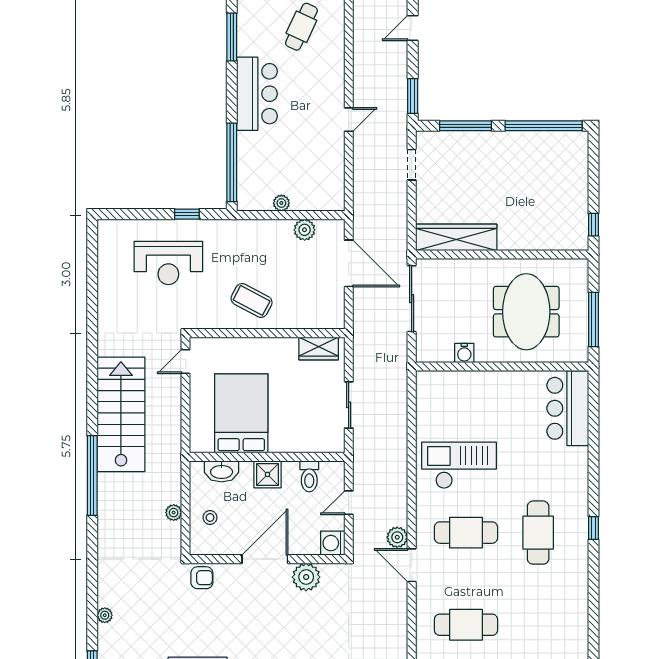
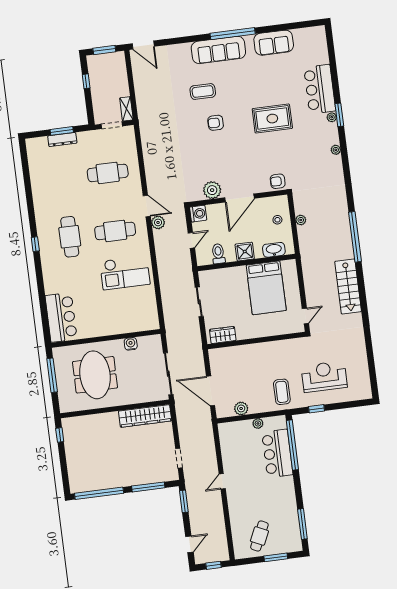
bar counter: (257, 94) -> (277, 453), moved
coffee table: (252, 300) -> (282, 392), moved, turned 62
stairs: (121, 414) -> (348, 287), width x0.73, depth x0.66

